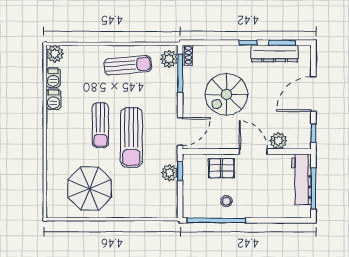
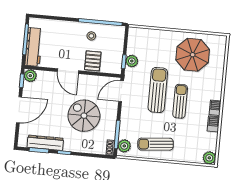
barbecue: (53, 78) -> (215, 108), moved
spiral stairs: (226, 94) -> (84, 116), turned -90
plant: (278, 141) -> (30, 76), moved
pallet: (221, 168) -> (93, 61), turned 90

